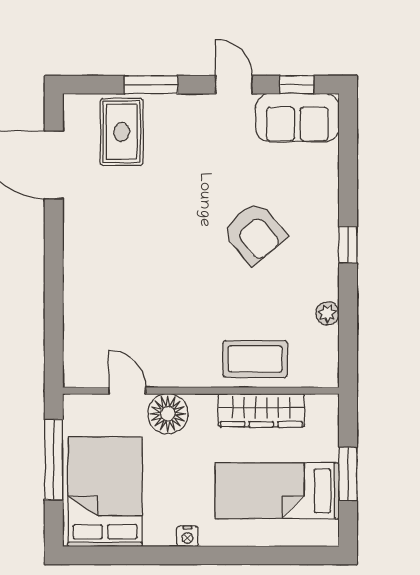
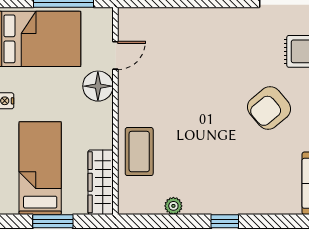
armchair: (255, 233) -> (269, 108), moved
wardrobe: (261, 410) -> (101, 182), moved

